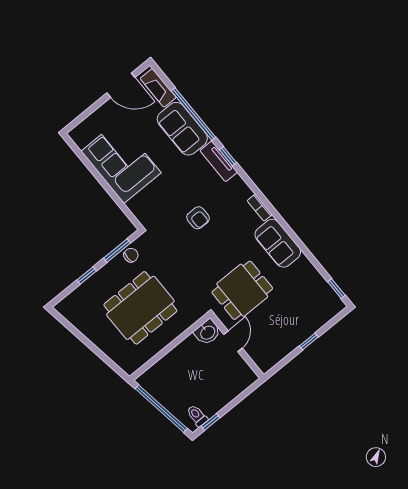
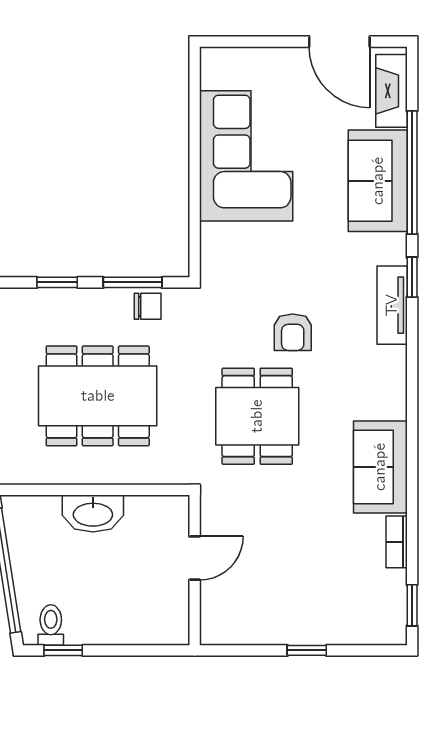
tv unit: (219, 161) -> (392, 305), moved
bookcase: (260, 208) -> (397, 542), moved
dining table: (242, 290) -> (257, 416), moved, turned 90
washbasin: (207, 332) -> (93, 514), moved, width x1.38

